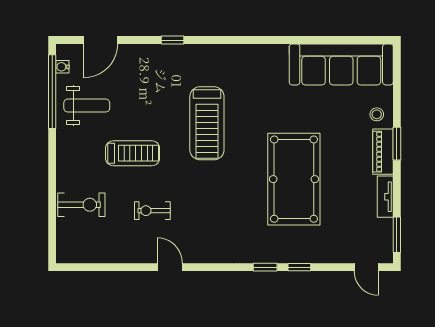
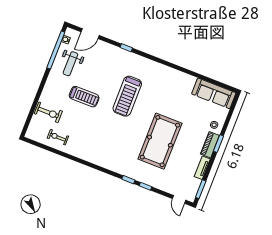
sofa: (341, 64) -> (214, 93), width x0.74, depth x0.79
weight bench: (87, 106) -> (70, 64), turned 90
exercise bike: (152, 211) -> (58, 137), moved
door: (170, 267) -> (80, 161), removed

